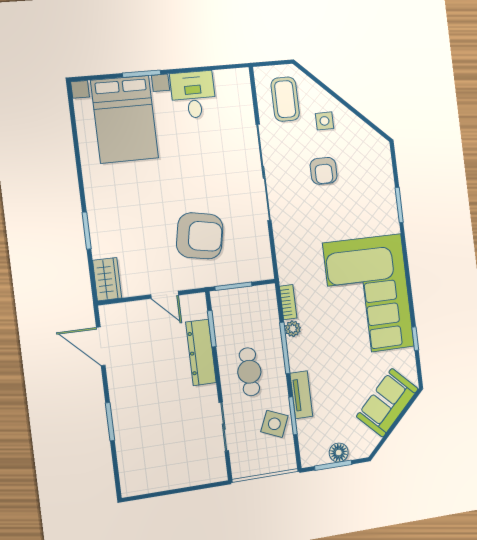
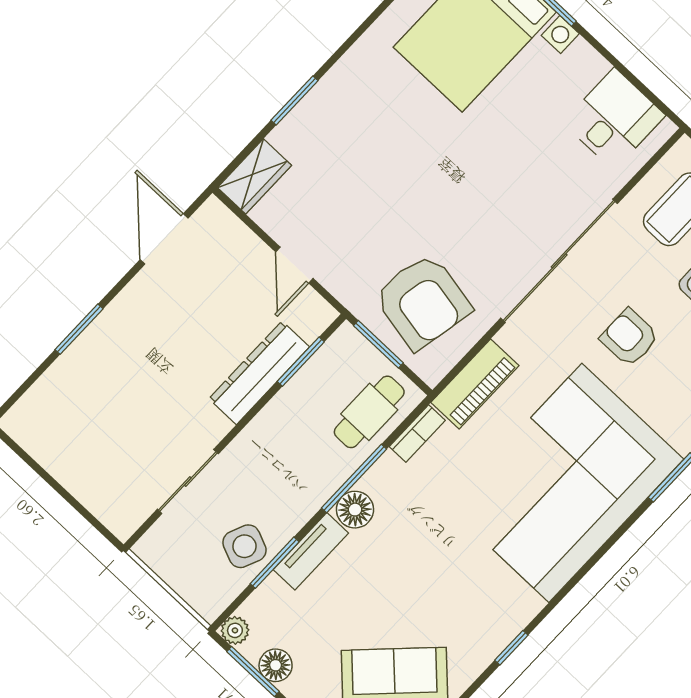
desk: (193, 95) -> (614, 119), moved
armchair: (324, 171) -> (629, 338), turned 90
armchair: (200, 236) -> (423, 302), moved
piano: (287, 257) -> (475, 384), added
corner sofa: (369, 295) -> (565, 483), moved
plant: (293, 329) -> (235, 630), moved
floor lamp: (299, 359) -> (355, 510), added
cafe table: (249, 372) -> (369, 412), moved

